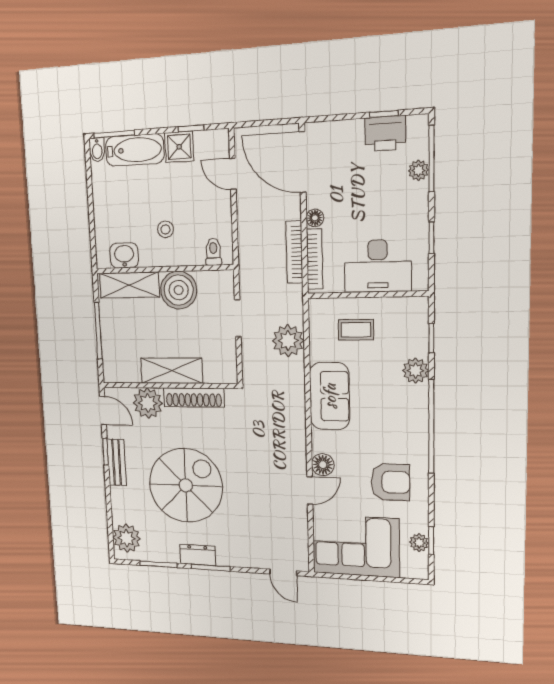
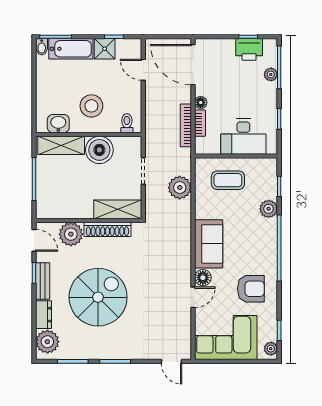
stool: (165, 229) -> (91, 106), width x1.89, depth x1.89
bookcase: (315, 259) -> (200, 123), width x0.64
coffee table: (356, 330) -> (228, 180), width x1.36, depth x1.30
shelving: (172, 371) -> (118, 209), moved
sofa: (330, 396) -> (209, 244), moved
plant: (419, 543) -> (271, 349), moved
dresser: (198, 555) -> (44, 315), moved, turned 90

